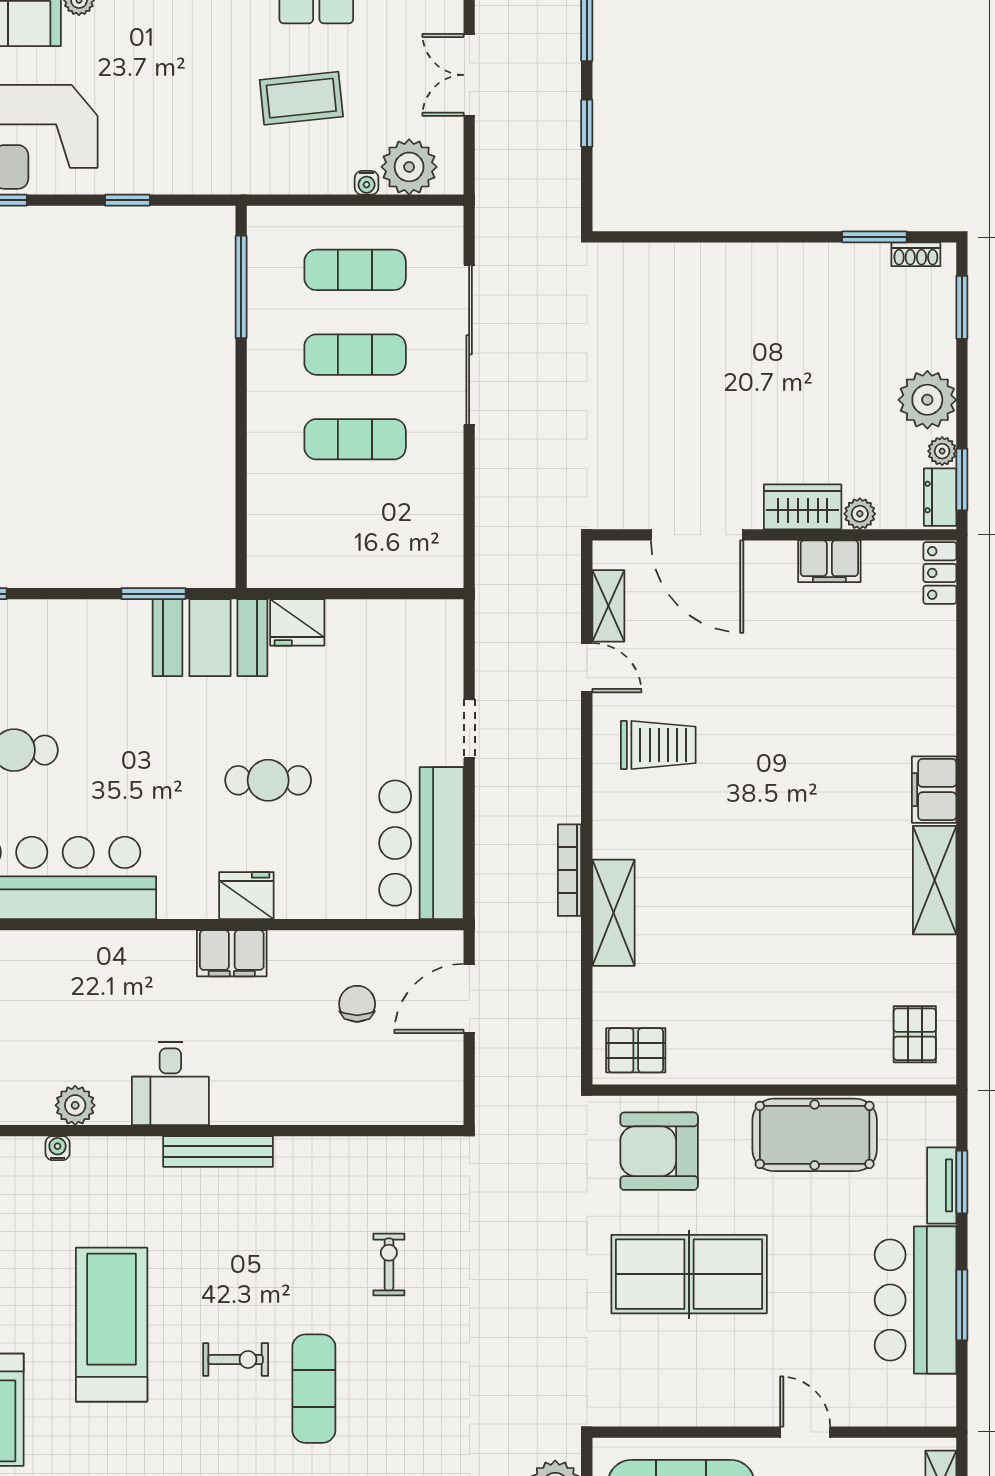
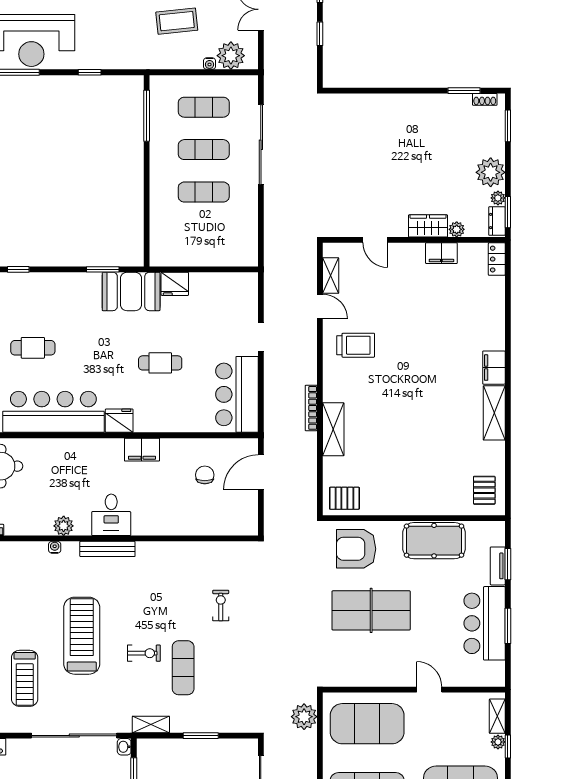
door: (697, 535) -> (375, 240), width x0.53
fridge: (246, 896) -> (119, 421), moved
bench: (218, 1151) -> (107, 549), moved

